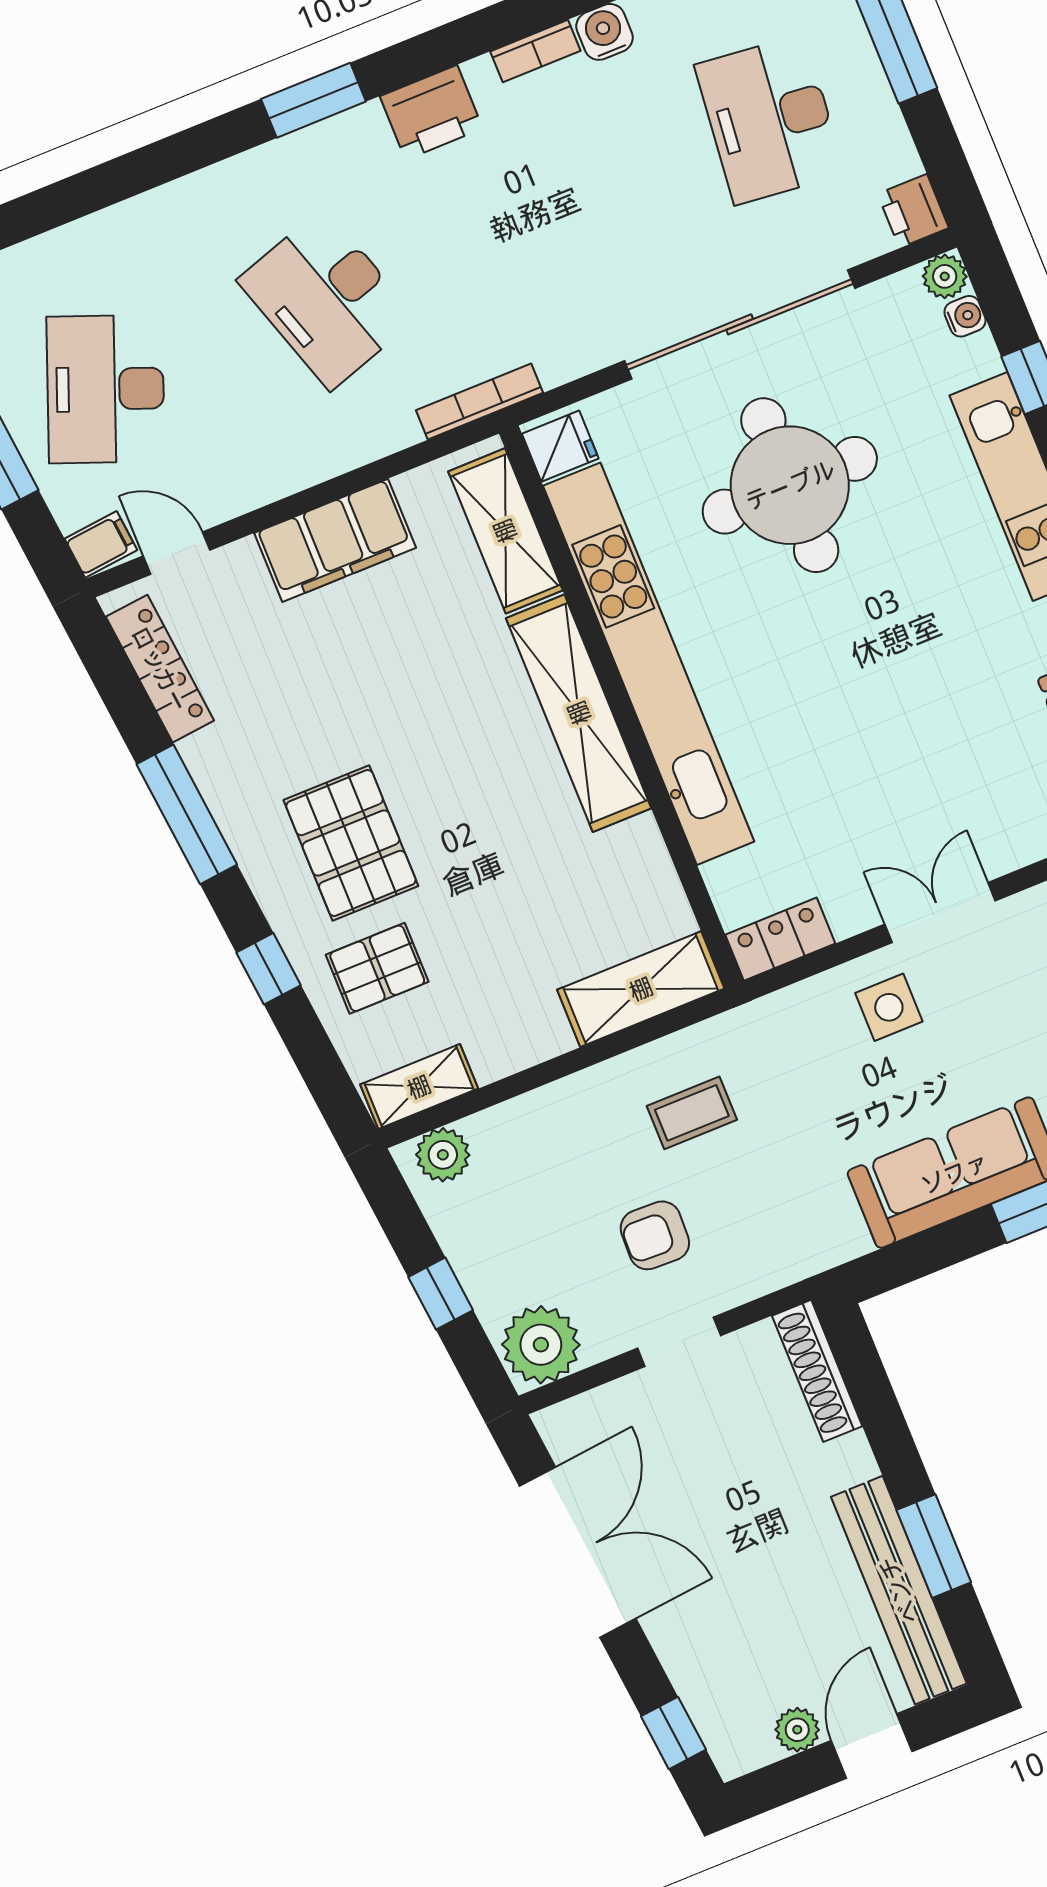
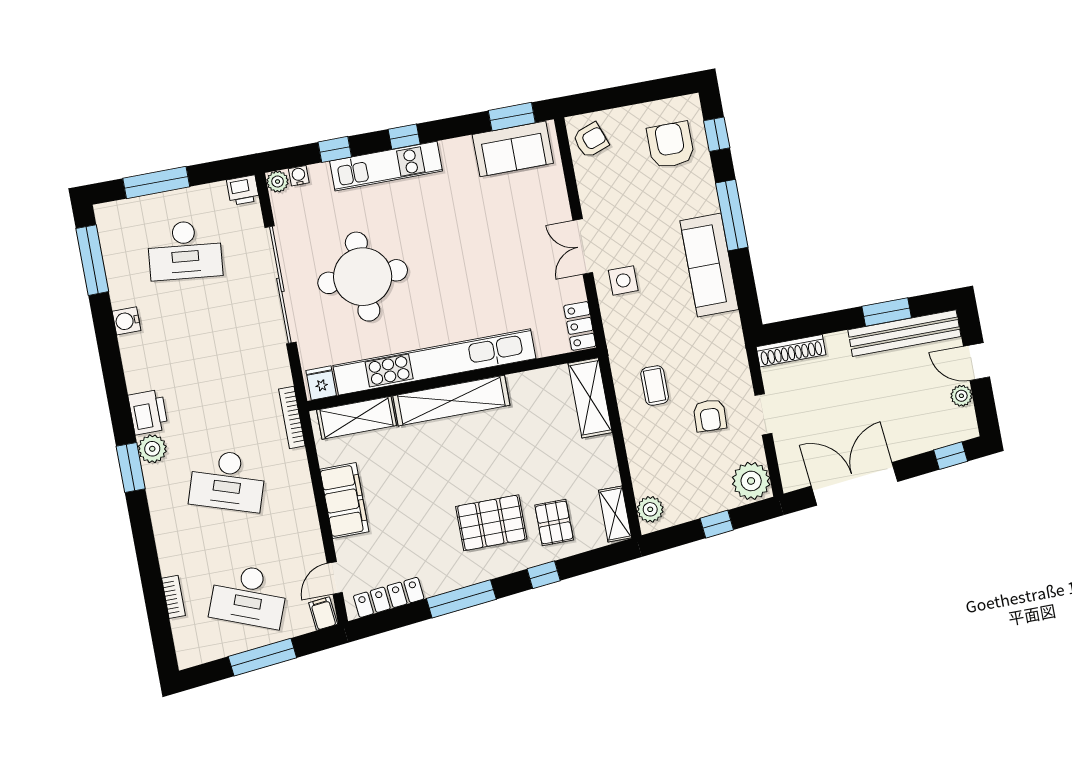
bookcase: (535, 51) -> (174, 597), moved
plant: (360, 136) -> (152, 449), added
desk: (327, 299) -> (228, 481), turned 36

